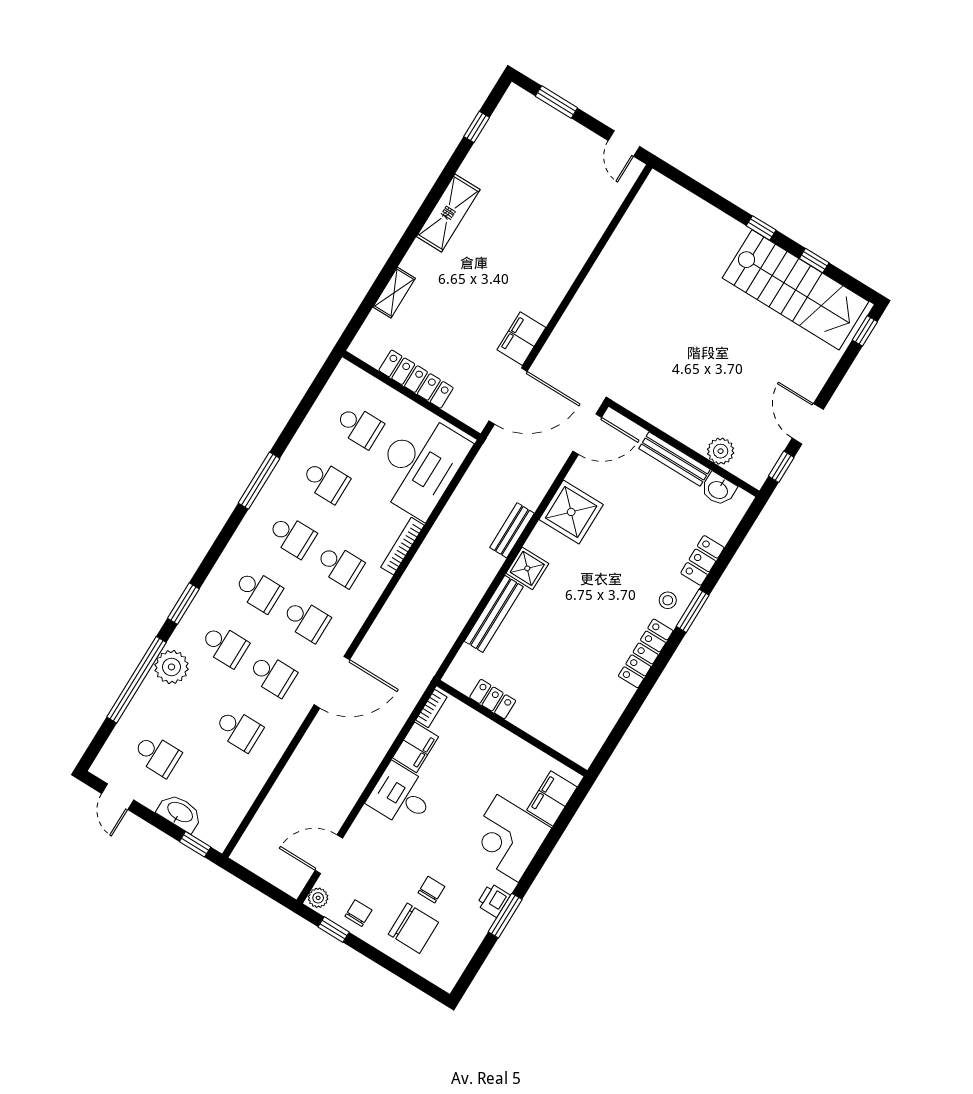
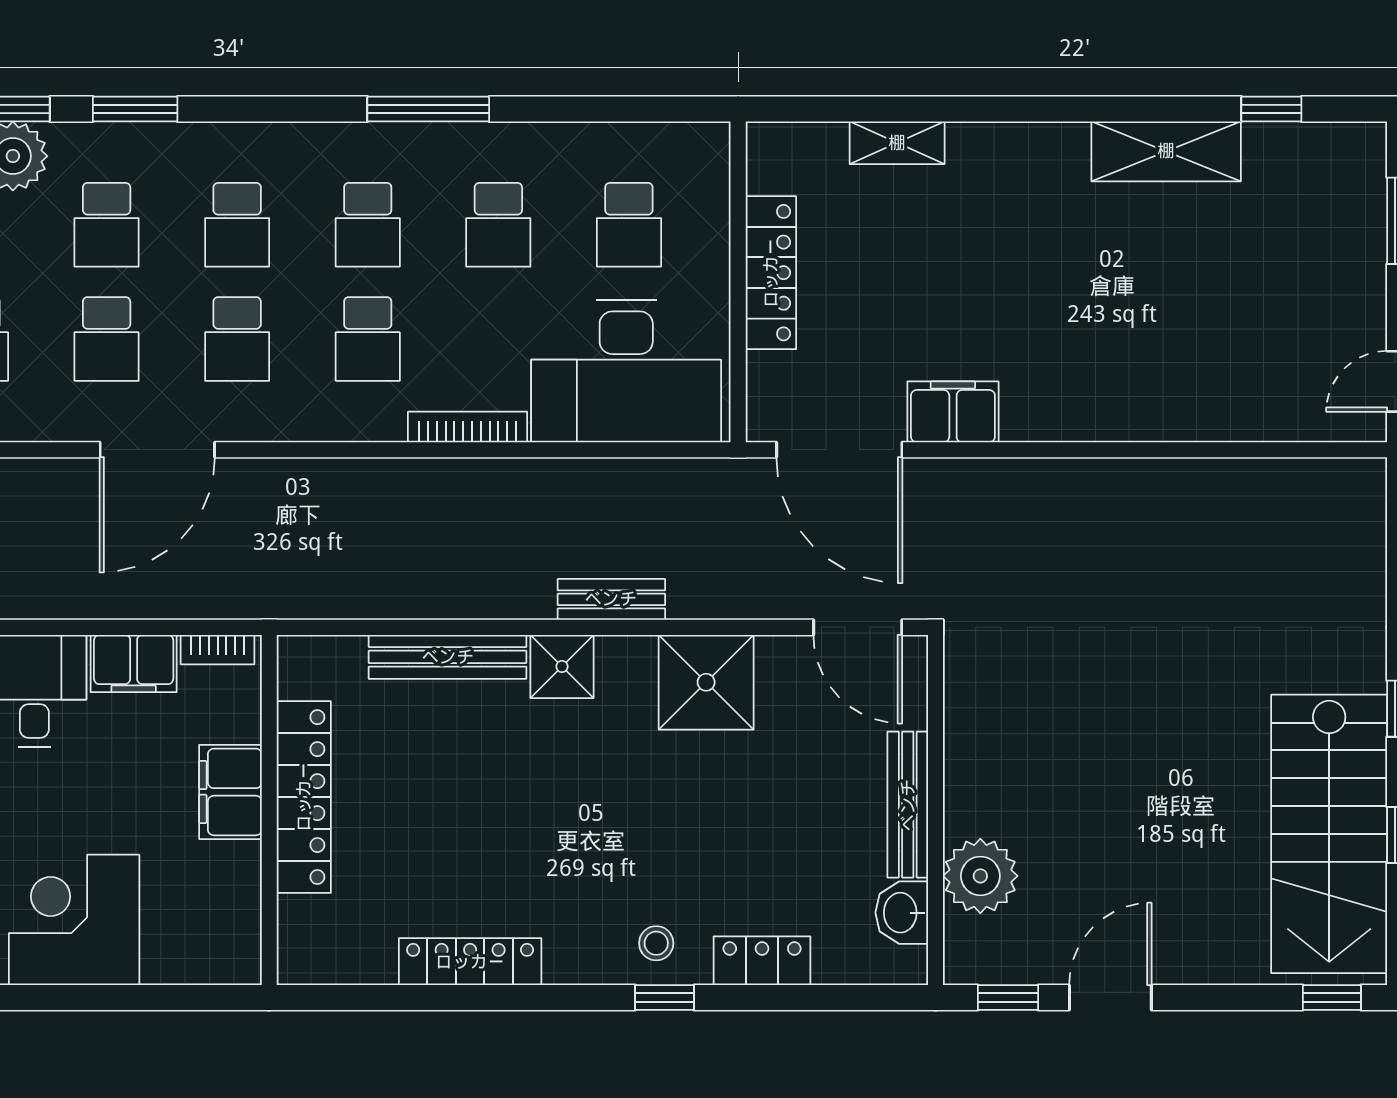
shelving: (448, 213) -> (1166, 151), moved
plant: (721, 451) -> (980, 876), width x1.36, depth x1.36
window: (693, 611) -> (665, 998), width x0.67
locker: (646, 653) -> (470, 962), moved
door: (332, 682) -> (157, 450), hinge flipped
locker: (493, 699) -> (304, 797), width x2.16, depth x1.21
filing cabinet: (552, 798) -> (230, 792), moved, turned -90

